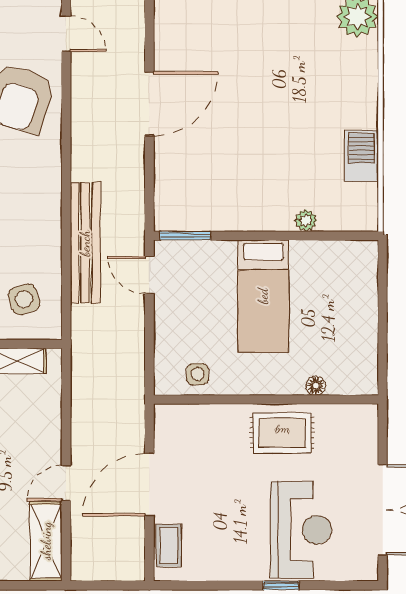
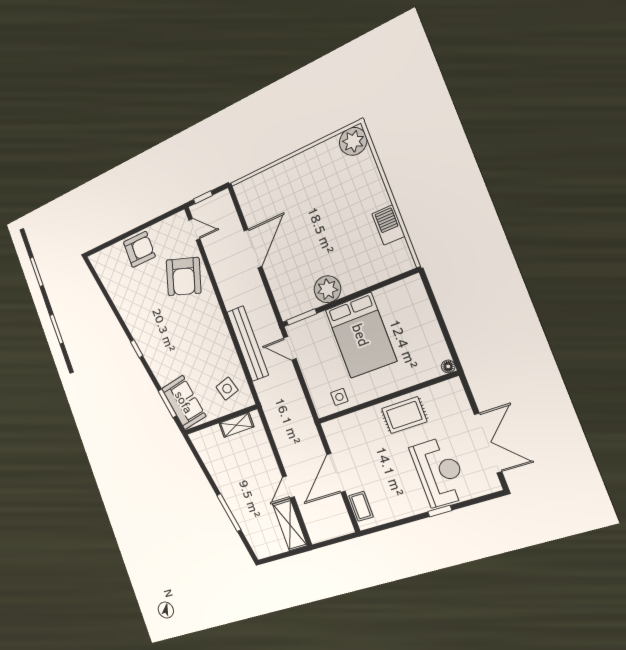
plant: (306, 220) -> (327, 289), moved, width x1.88, depth x1.88
bed: (263, 296) -> (361, 335), width x1.50
floor lamp: (316, 386) -> (448, 366), moved

